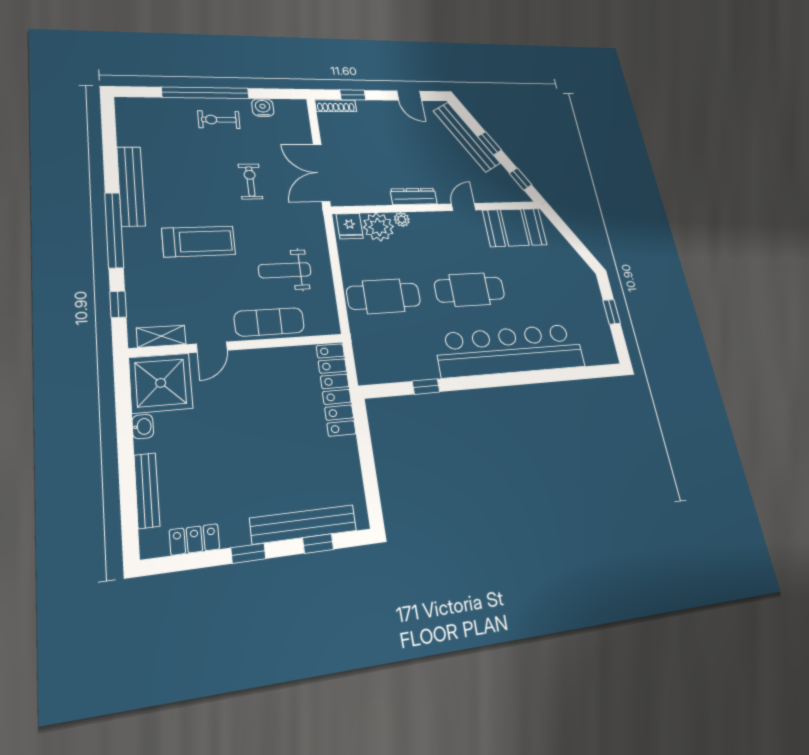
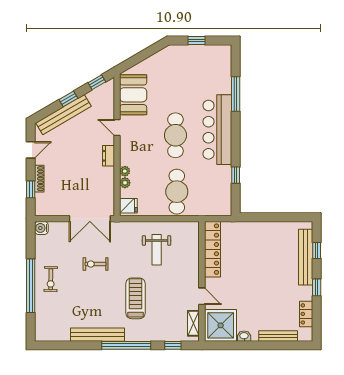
shoe rack: (336, 106) -> (39, 179), moved
water cooler: (263, 108) -> (41, 228), moved
dresser: (414, 196) -> (108, 156), width x0.70
plant: (378, 227) -> (125, 183), width x0.53, depth x0.53
exercise mat: (269, 322) -> (189, 263), removed
bar counter: (510, 350) -> (217, 130), width x0.73
window: (551, 376) -> (236, 94), added
locker: (336, 389) -> (213, 249), moved, turned -90

